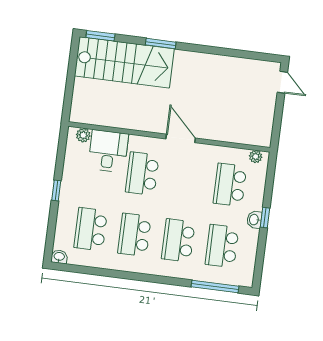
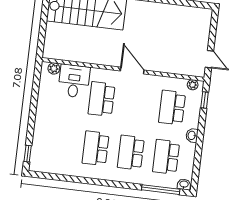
door: (282, 82) -> (209, 59), moved
window: (56, 190) -> (28, 154), moved
window: (265, 218) -> (205, 100), moved
school desk: (91, 229) -> (60, 144), removed
washbasin: (59, 257) -> (184, 184), moved

